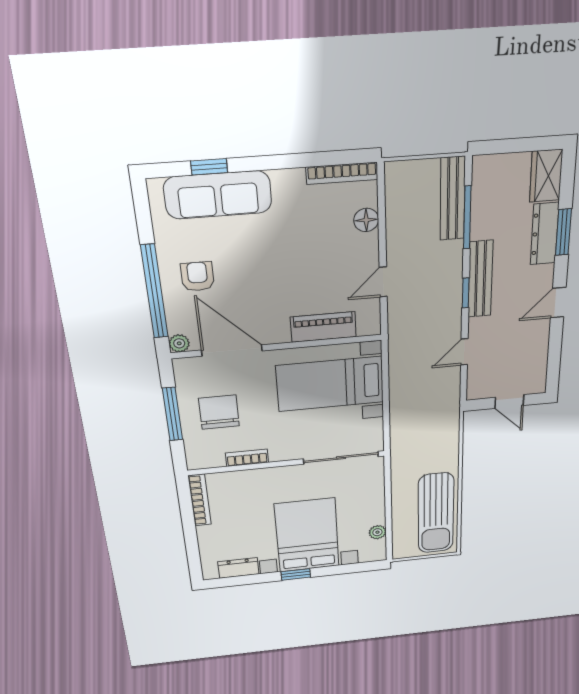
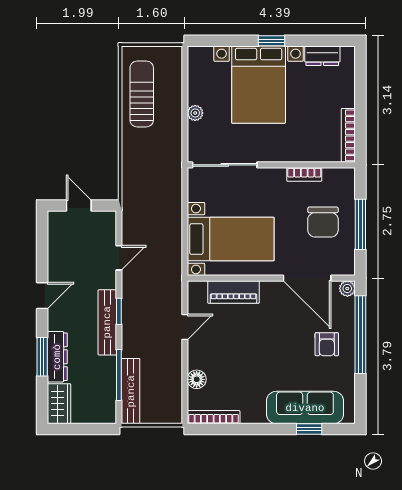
sun lounger: (436, 513) -> (142, 94), width x0.73, depth x0.75
plant: (377, 532) -> (195, 113), moved

